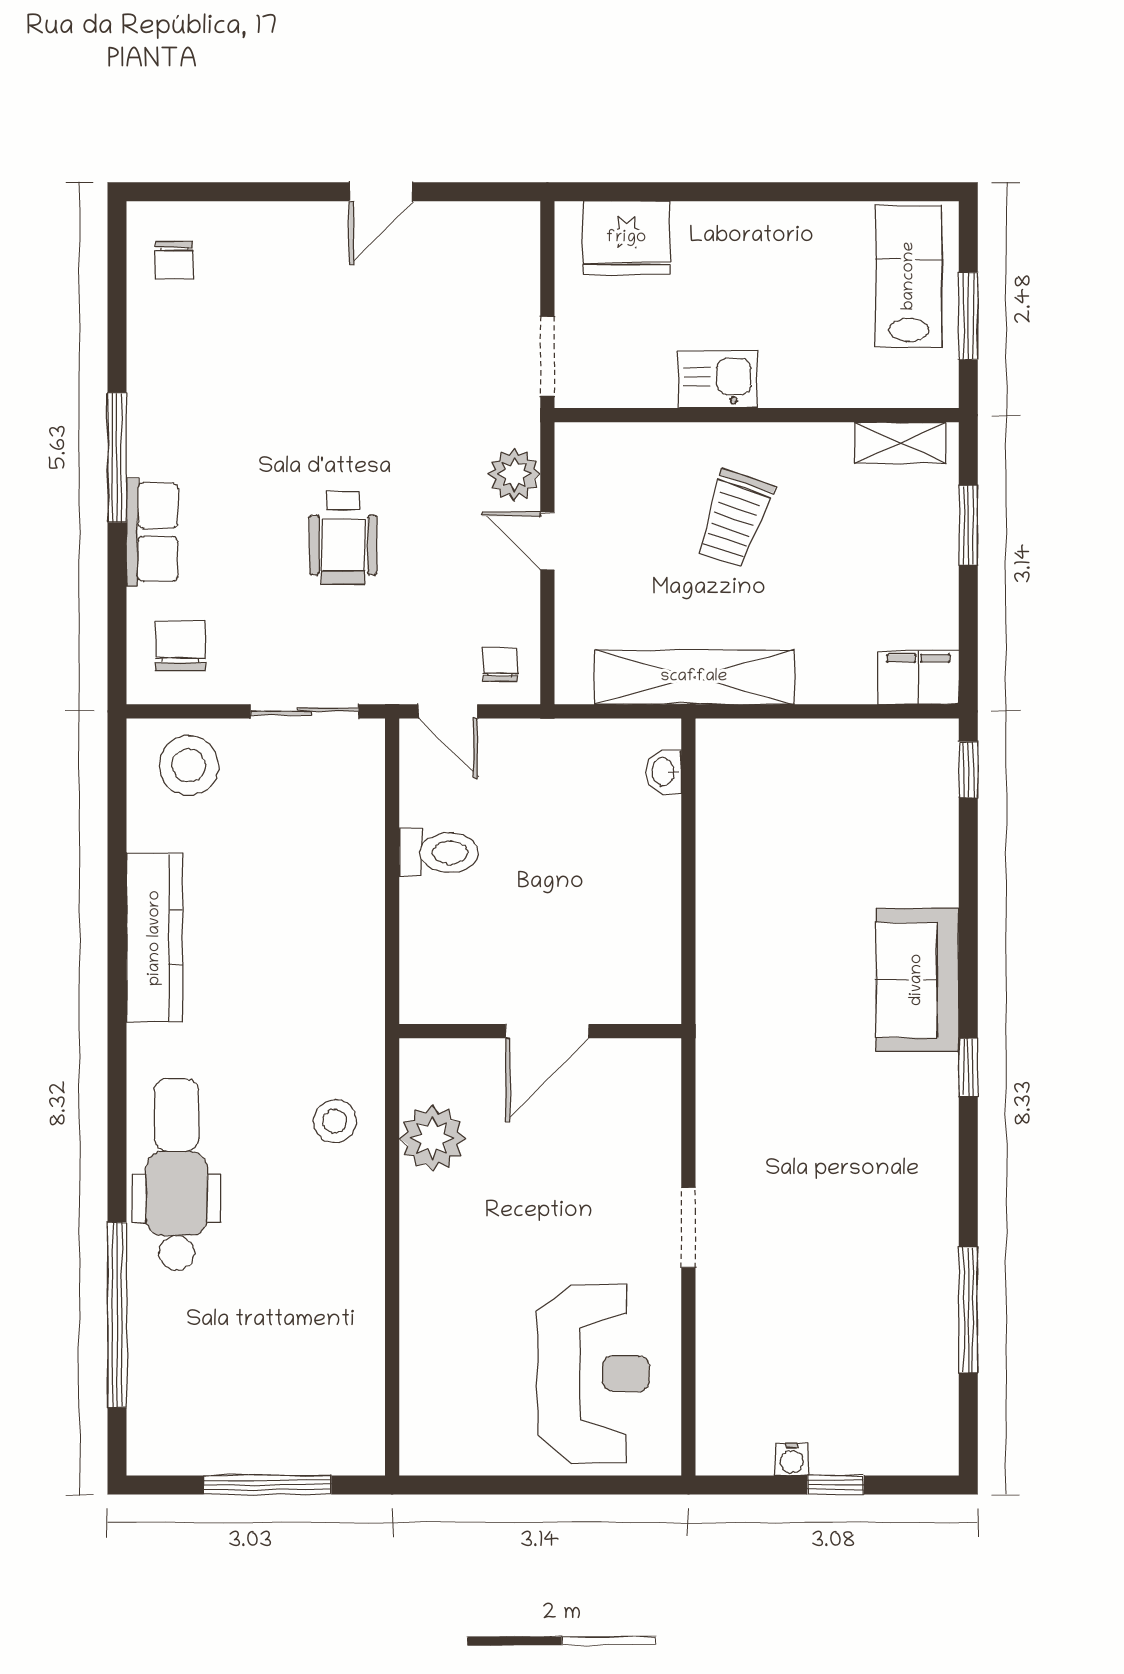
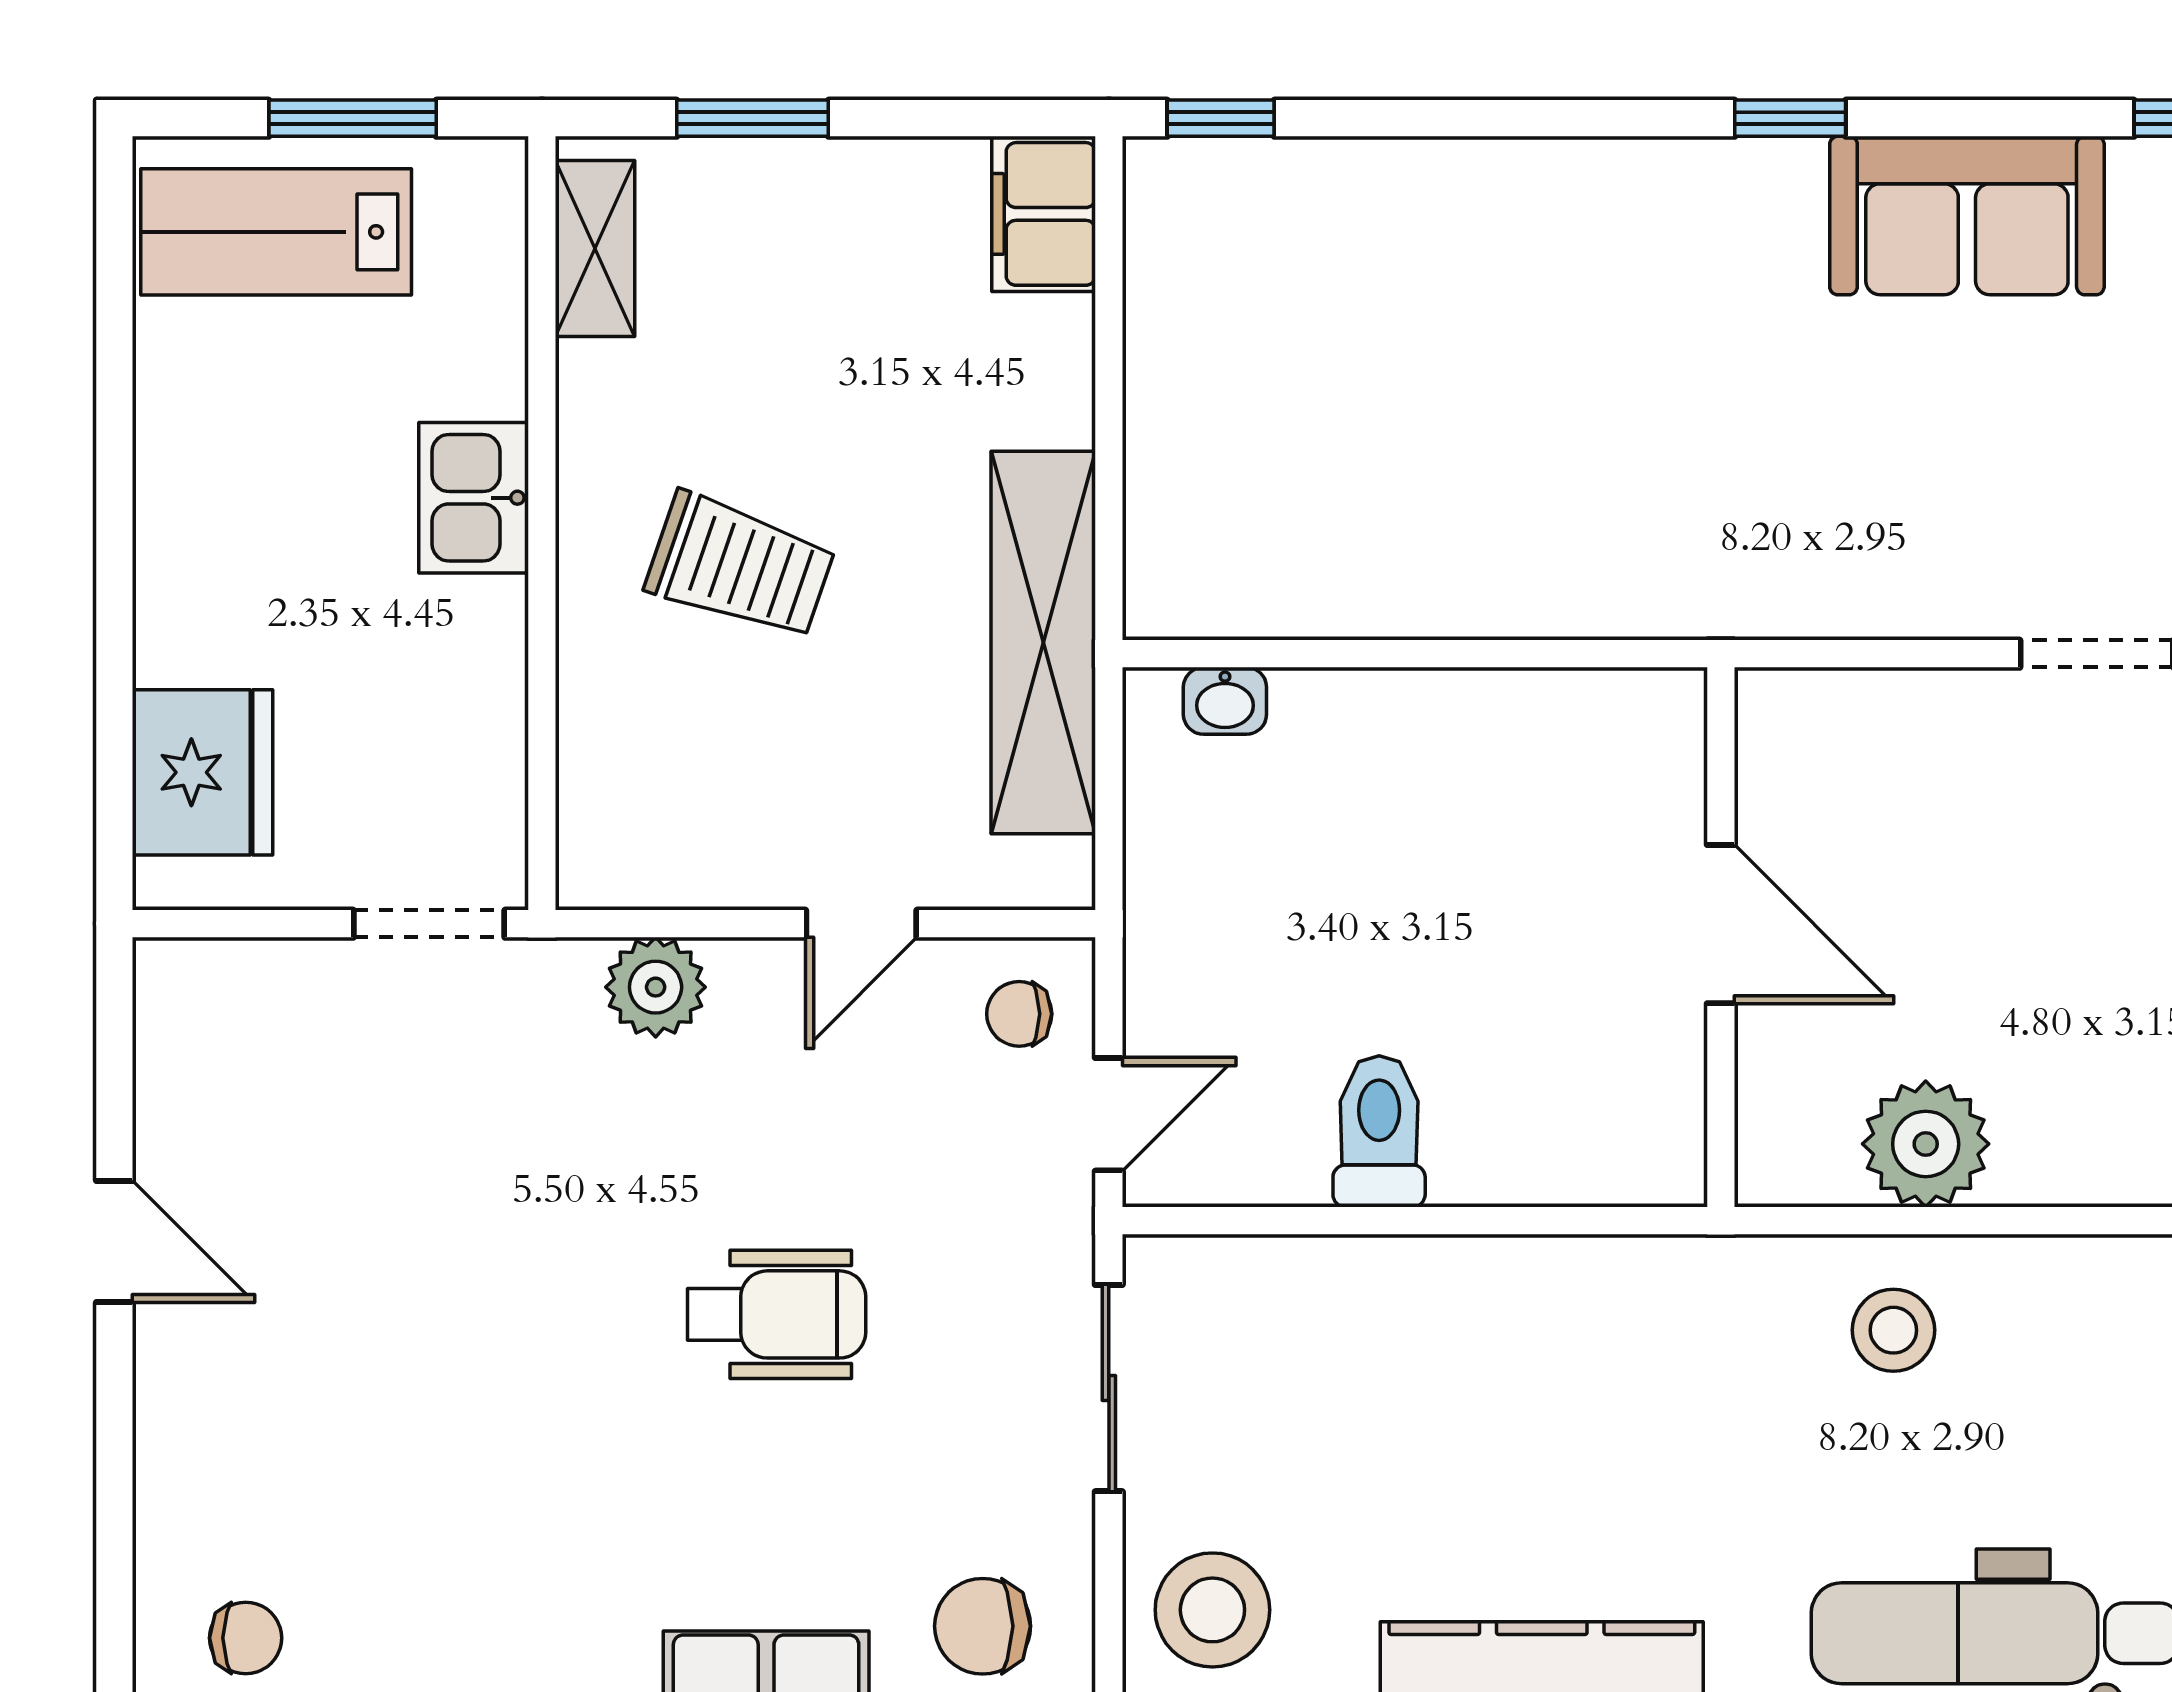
kitchen sink: (718, 379) -> (474, 498), moved
door: (547, 541) -> (861, 924), moved
sofa: (917, 980) -> (1967, 216), moved

